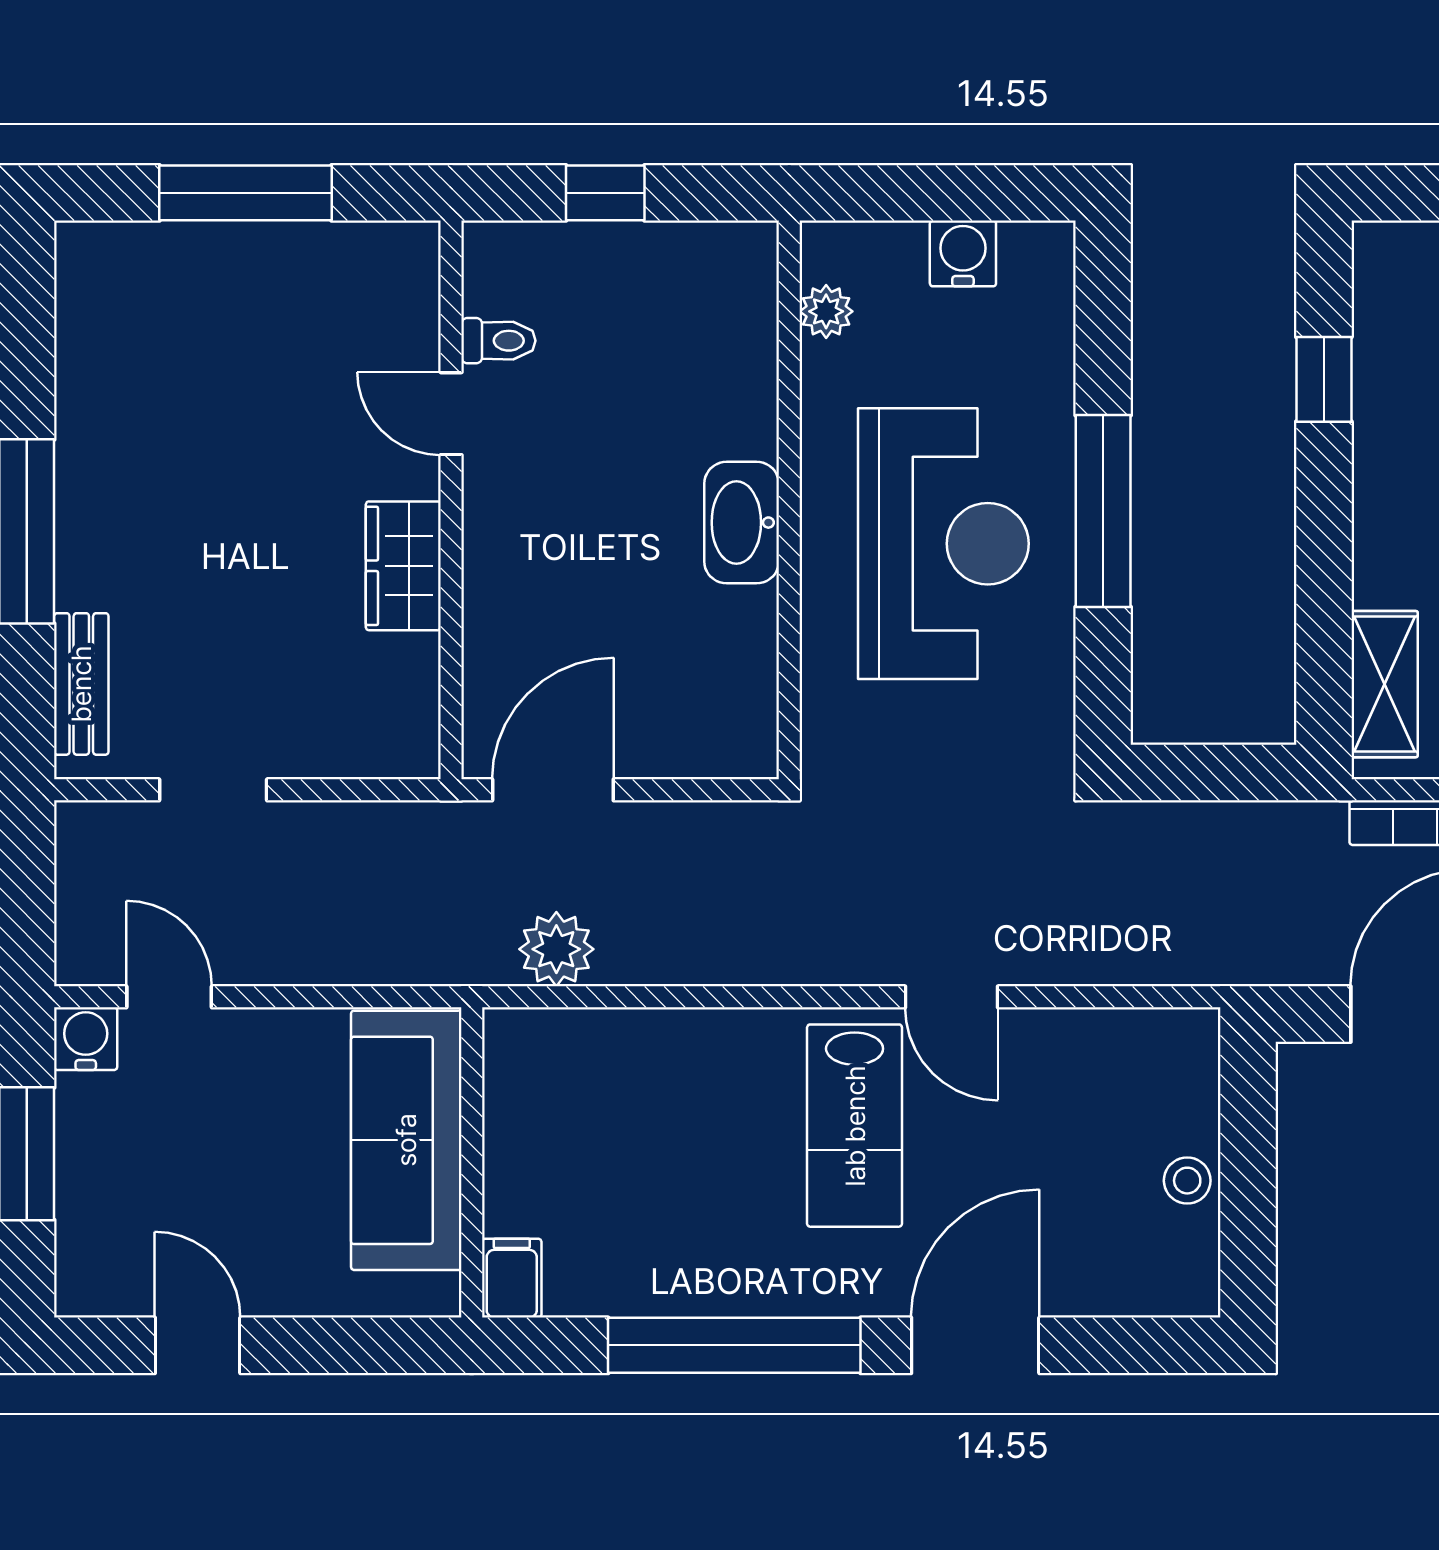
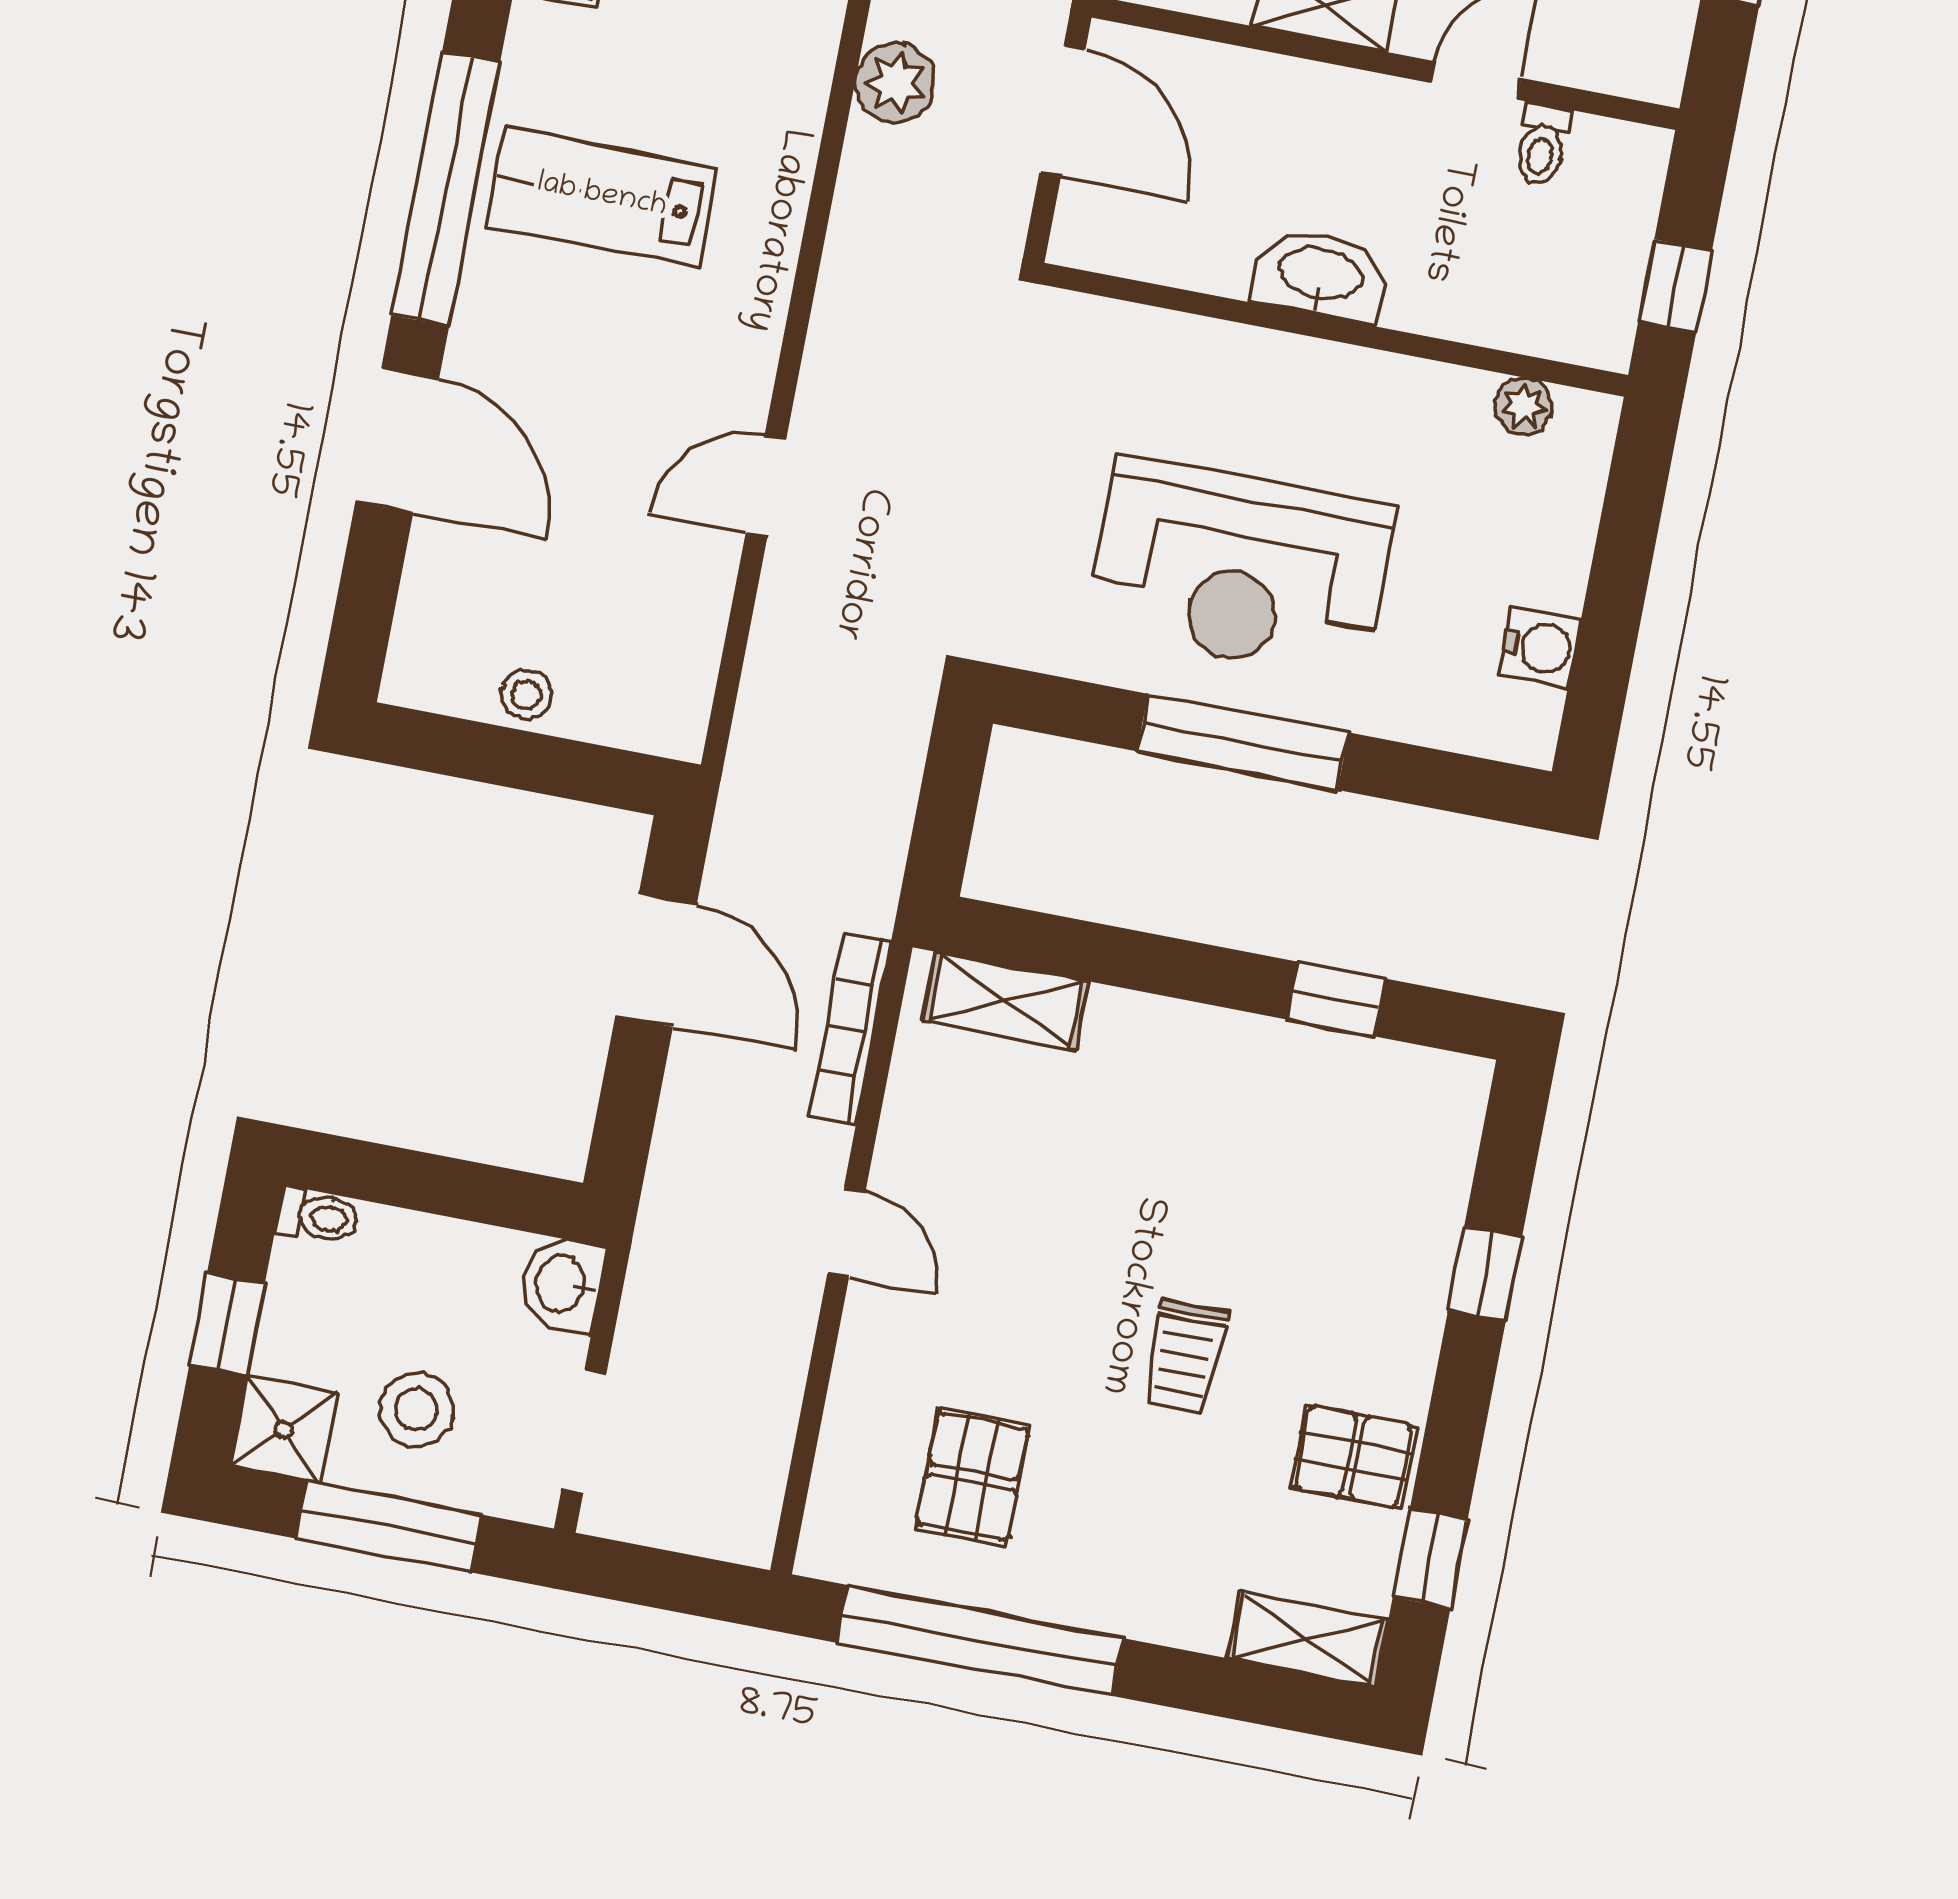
plant: (826, 311) -> (1524, 406), moved
wall: (789, 500) -> (1334, 330), moved
washbasin: (742, 523) -> (1320, 275), moved
lab bench: (855, 1126) -> (602, 196), moved

